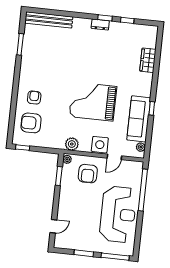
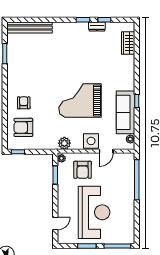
dresser: (100, 25) -> (97, 26), moved
wardrobe: (148, 60) -> (128, 43), moved
reception desk: (118, 214) -> (94, 212), moved

